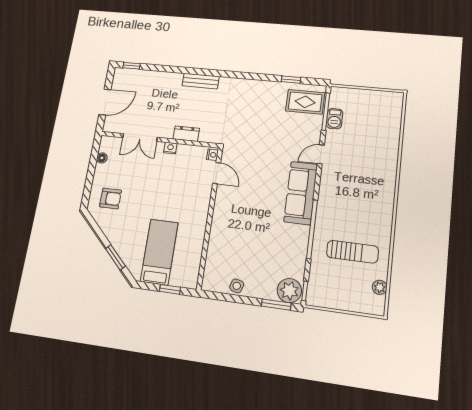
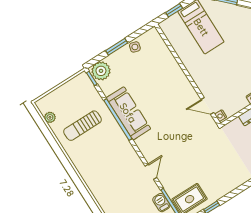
sofa: (301, 193) -> (128, 113), moved
window: (276, 305) -> (117, 47), moved

